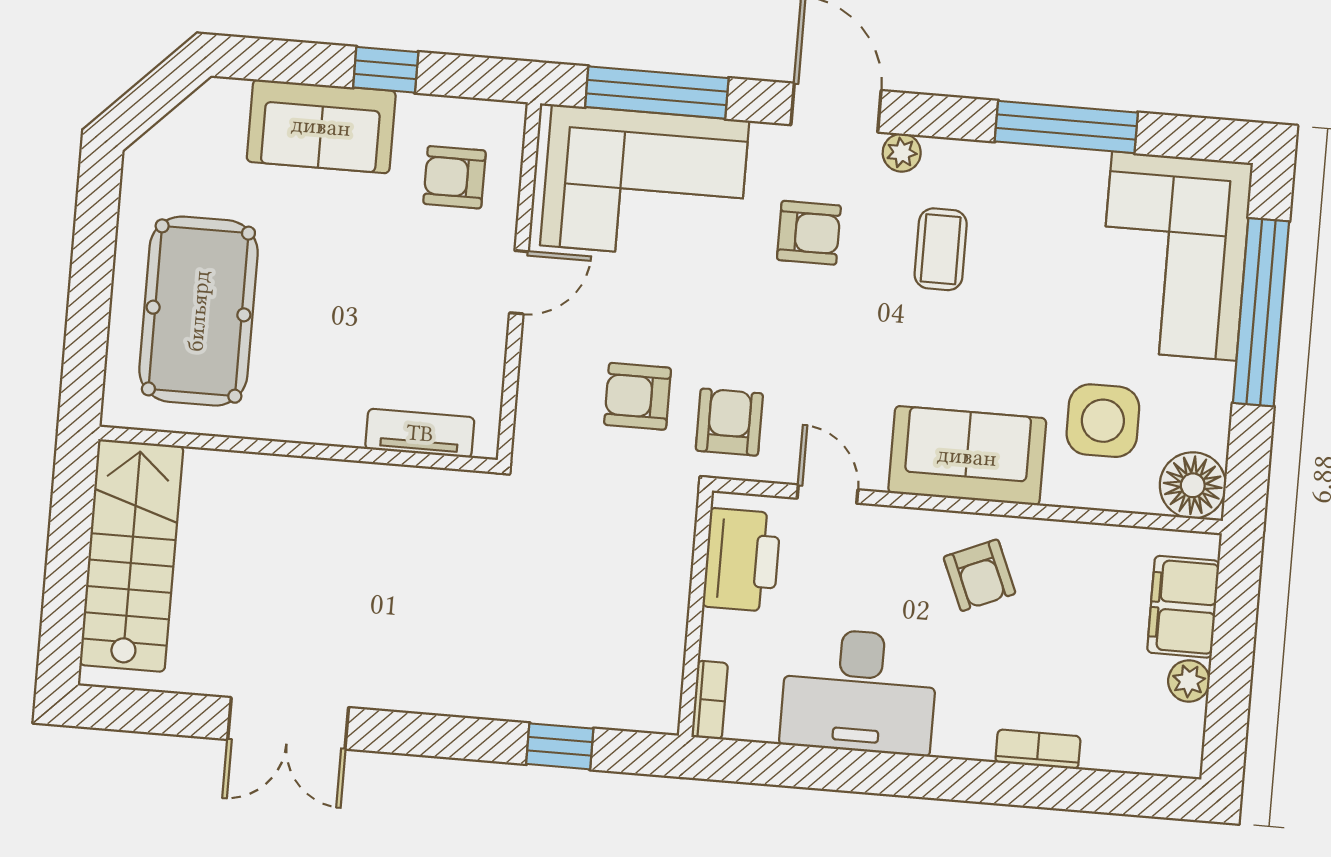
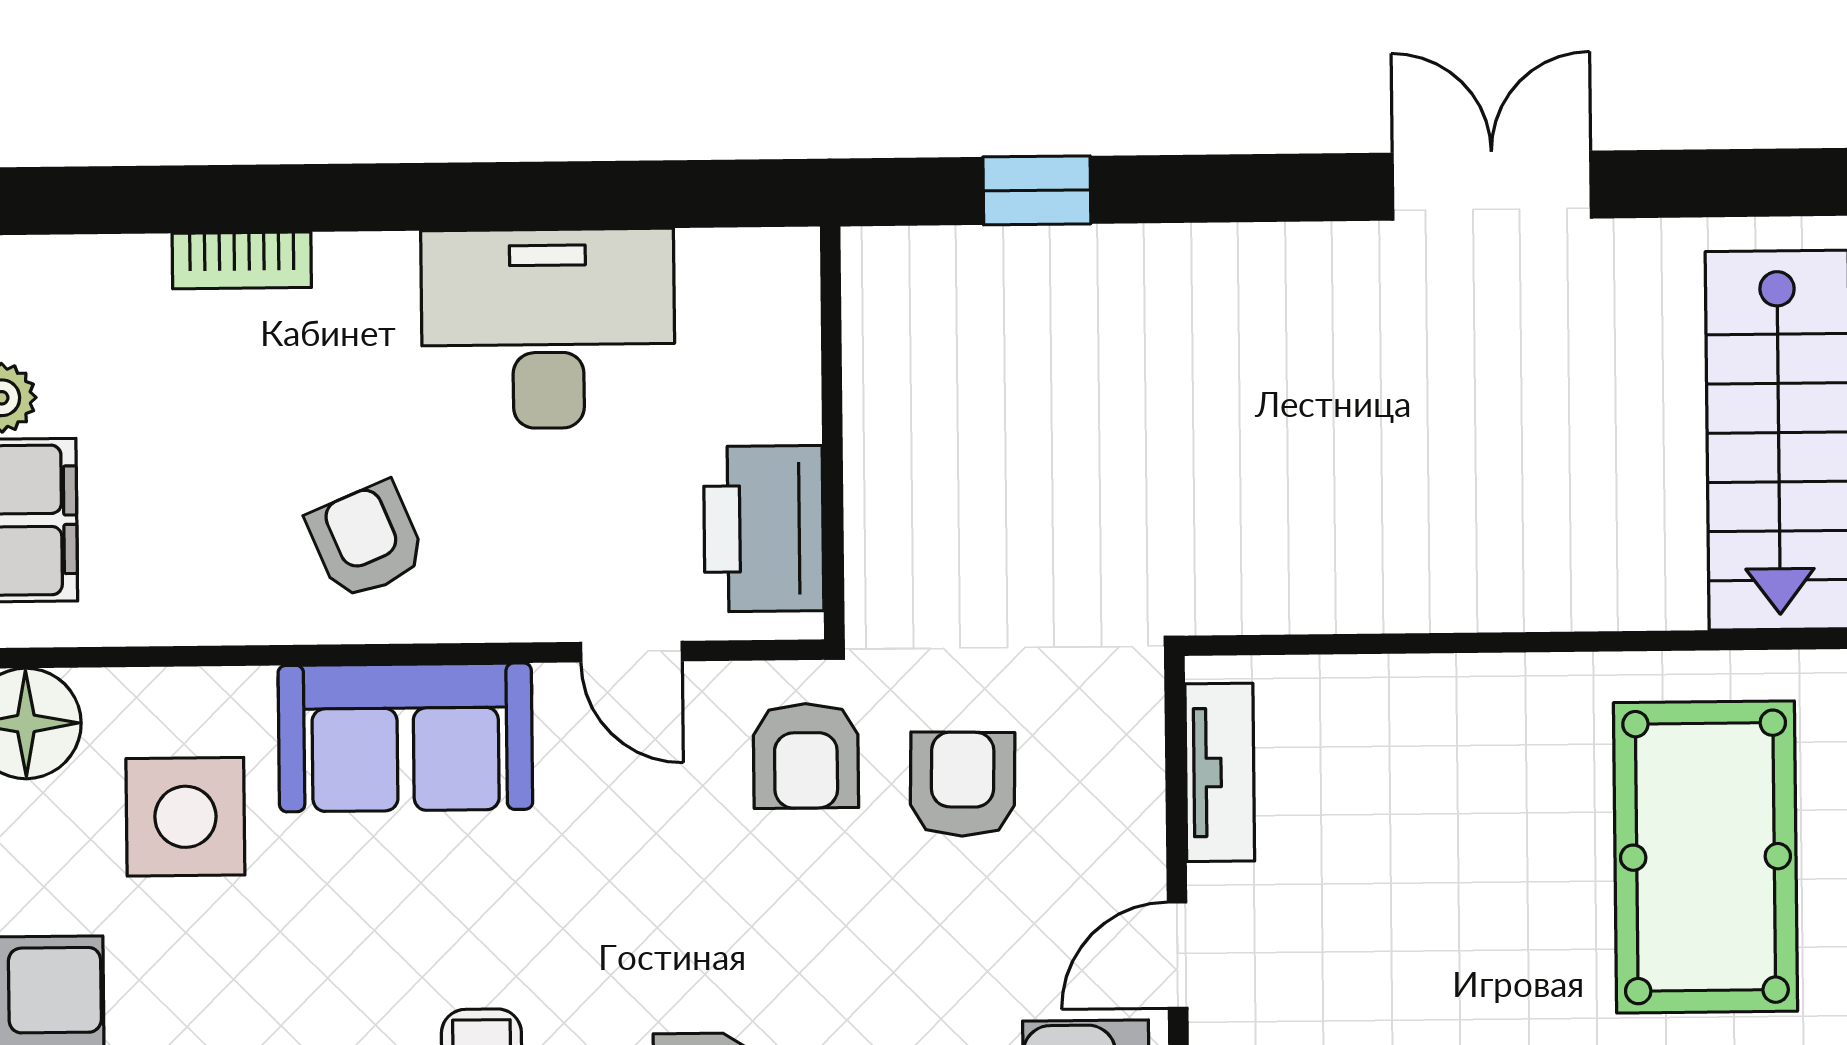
armchair: (638, 396) -> (963, 784), turned -89
tv unit: (420, 433) -> (1220, 772), moved, turned -90
bookcase: (710, 700) -> (795, 291), removed

